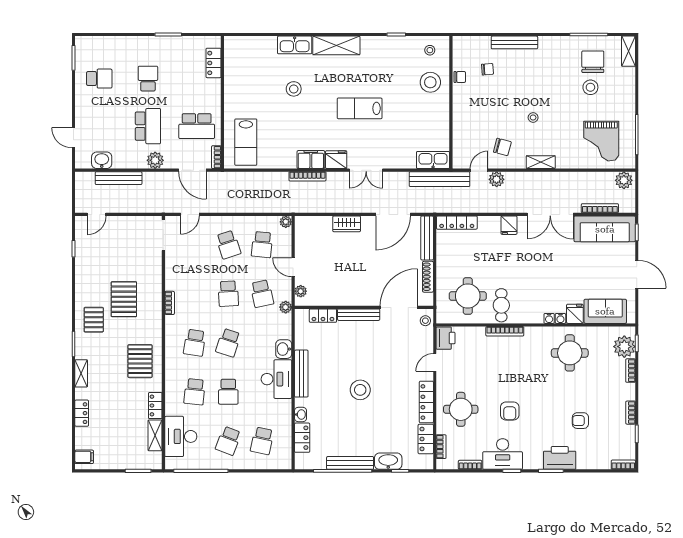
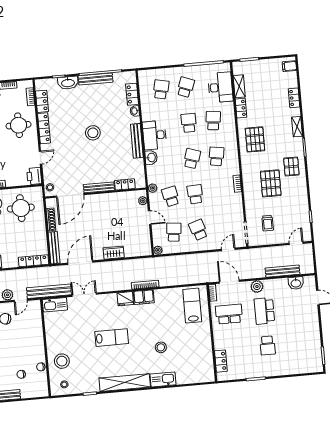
shelving: (336, 45) -> (125, 383), width x1.47
school desk: (99, 79) -> (303, 342), removed
double door: (366, 170) -> (84, 295), moved
trolley: (133, 246) -> (268, 223), added

